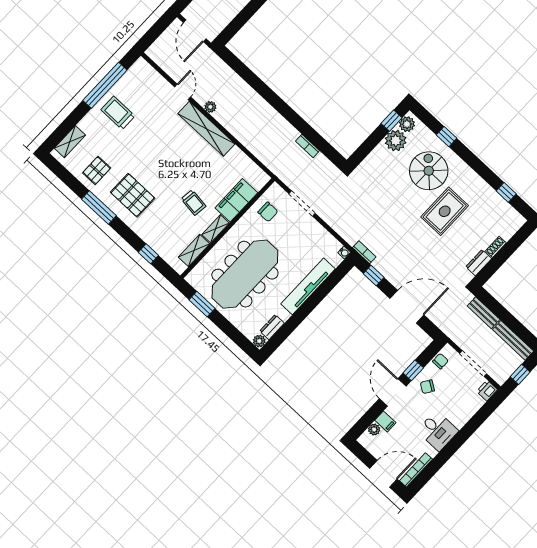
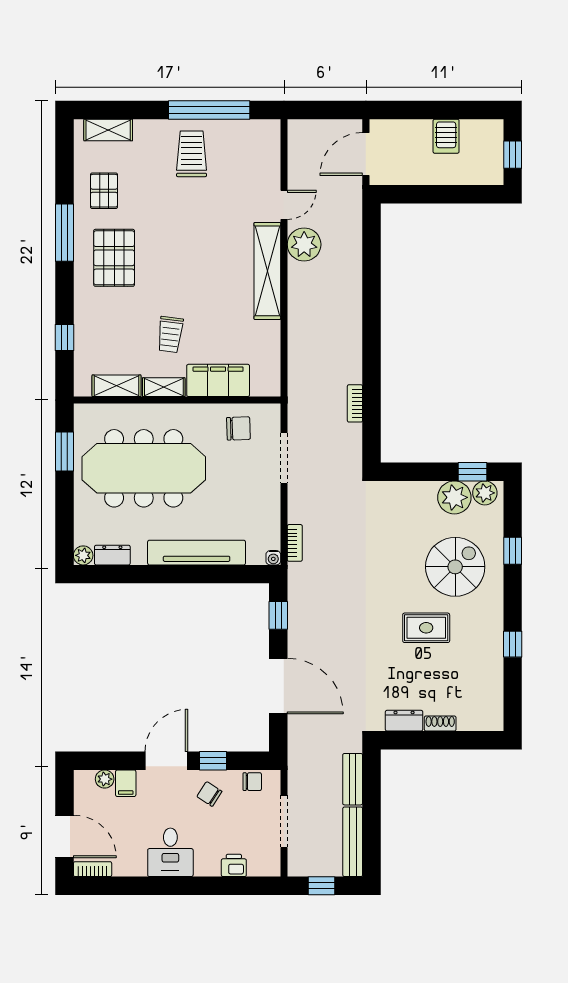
plant: (210, 107) -> (304, 244), width x1.88, depth x1.88
pallet: (97, 170) -> (104, 191), turned 90
window: (506, 192) -> (513, 644), moved
rug: (445, 211) -> (426, 628), width x0.73, depth x0.70
chair: (268, 212) -> (238, 428), turned -92
bookcase: (364, 252) -> (295, 543), moved
printer: (487, 391) -> (234, 865), moved
bookcase: (416, 470) -> (93, 869), width x0.64

